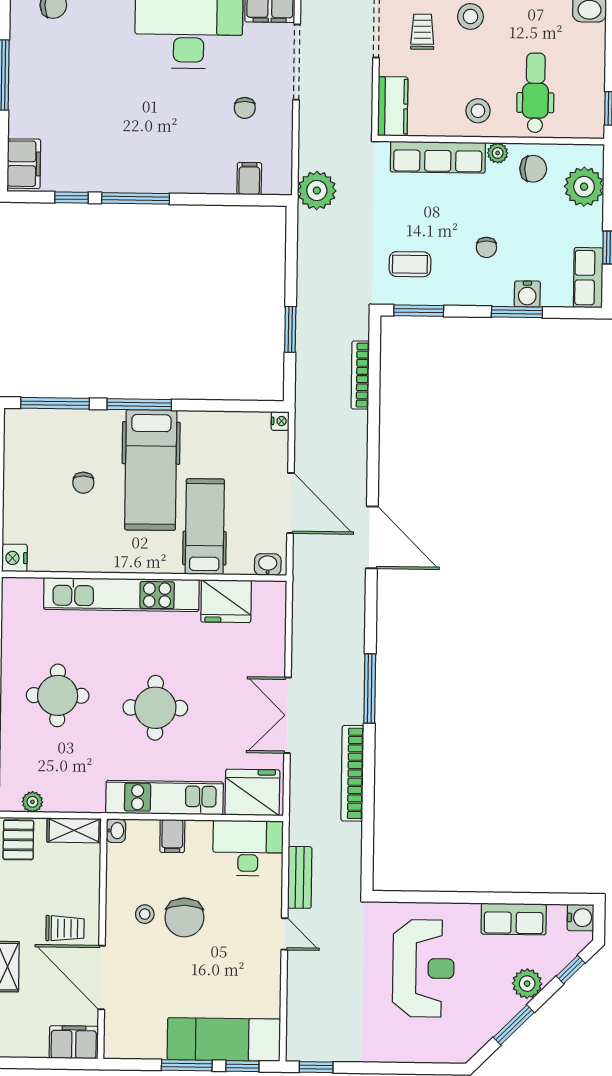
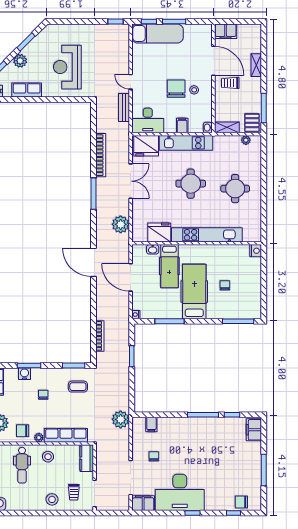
window: (139, 404) -> (169, 321), moved
washbasin: (268, 565) -> (153, 249), moved
plant: (311, 620) -> (121, 224), added

